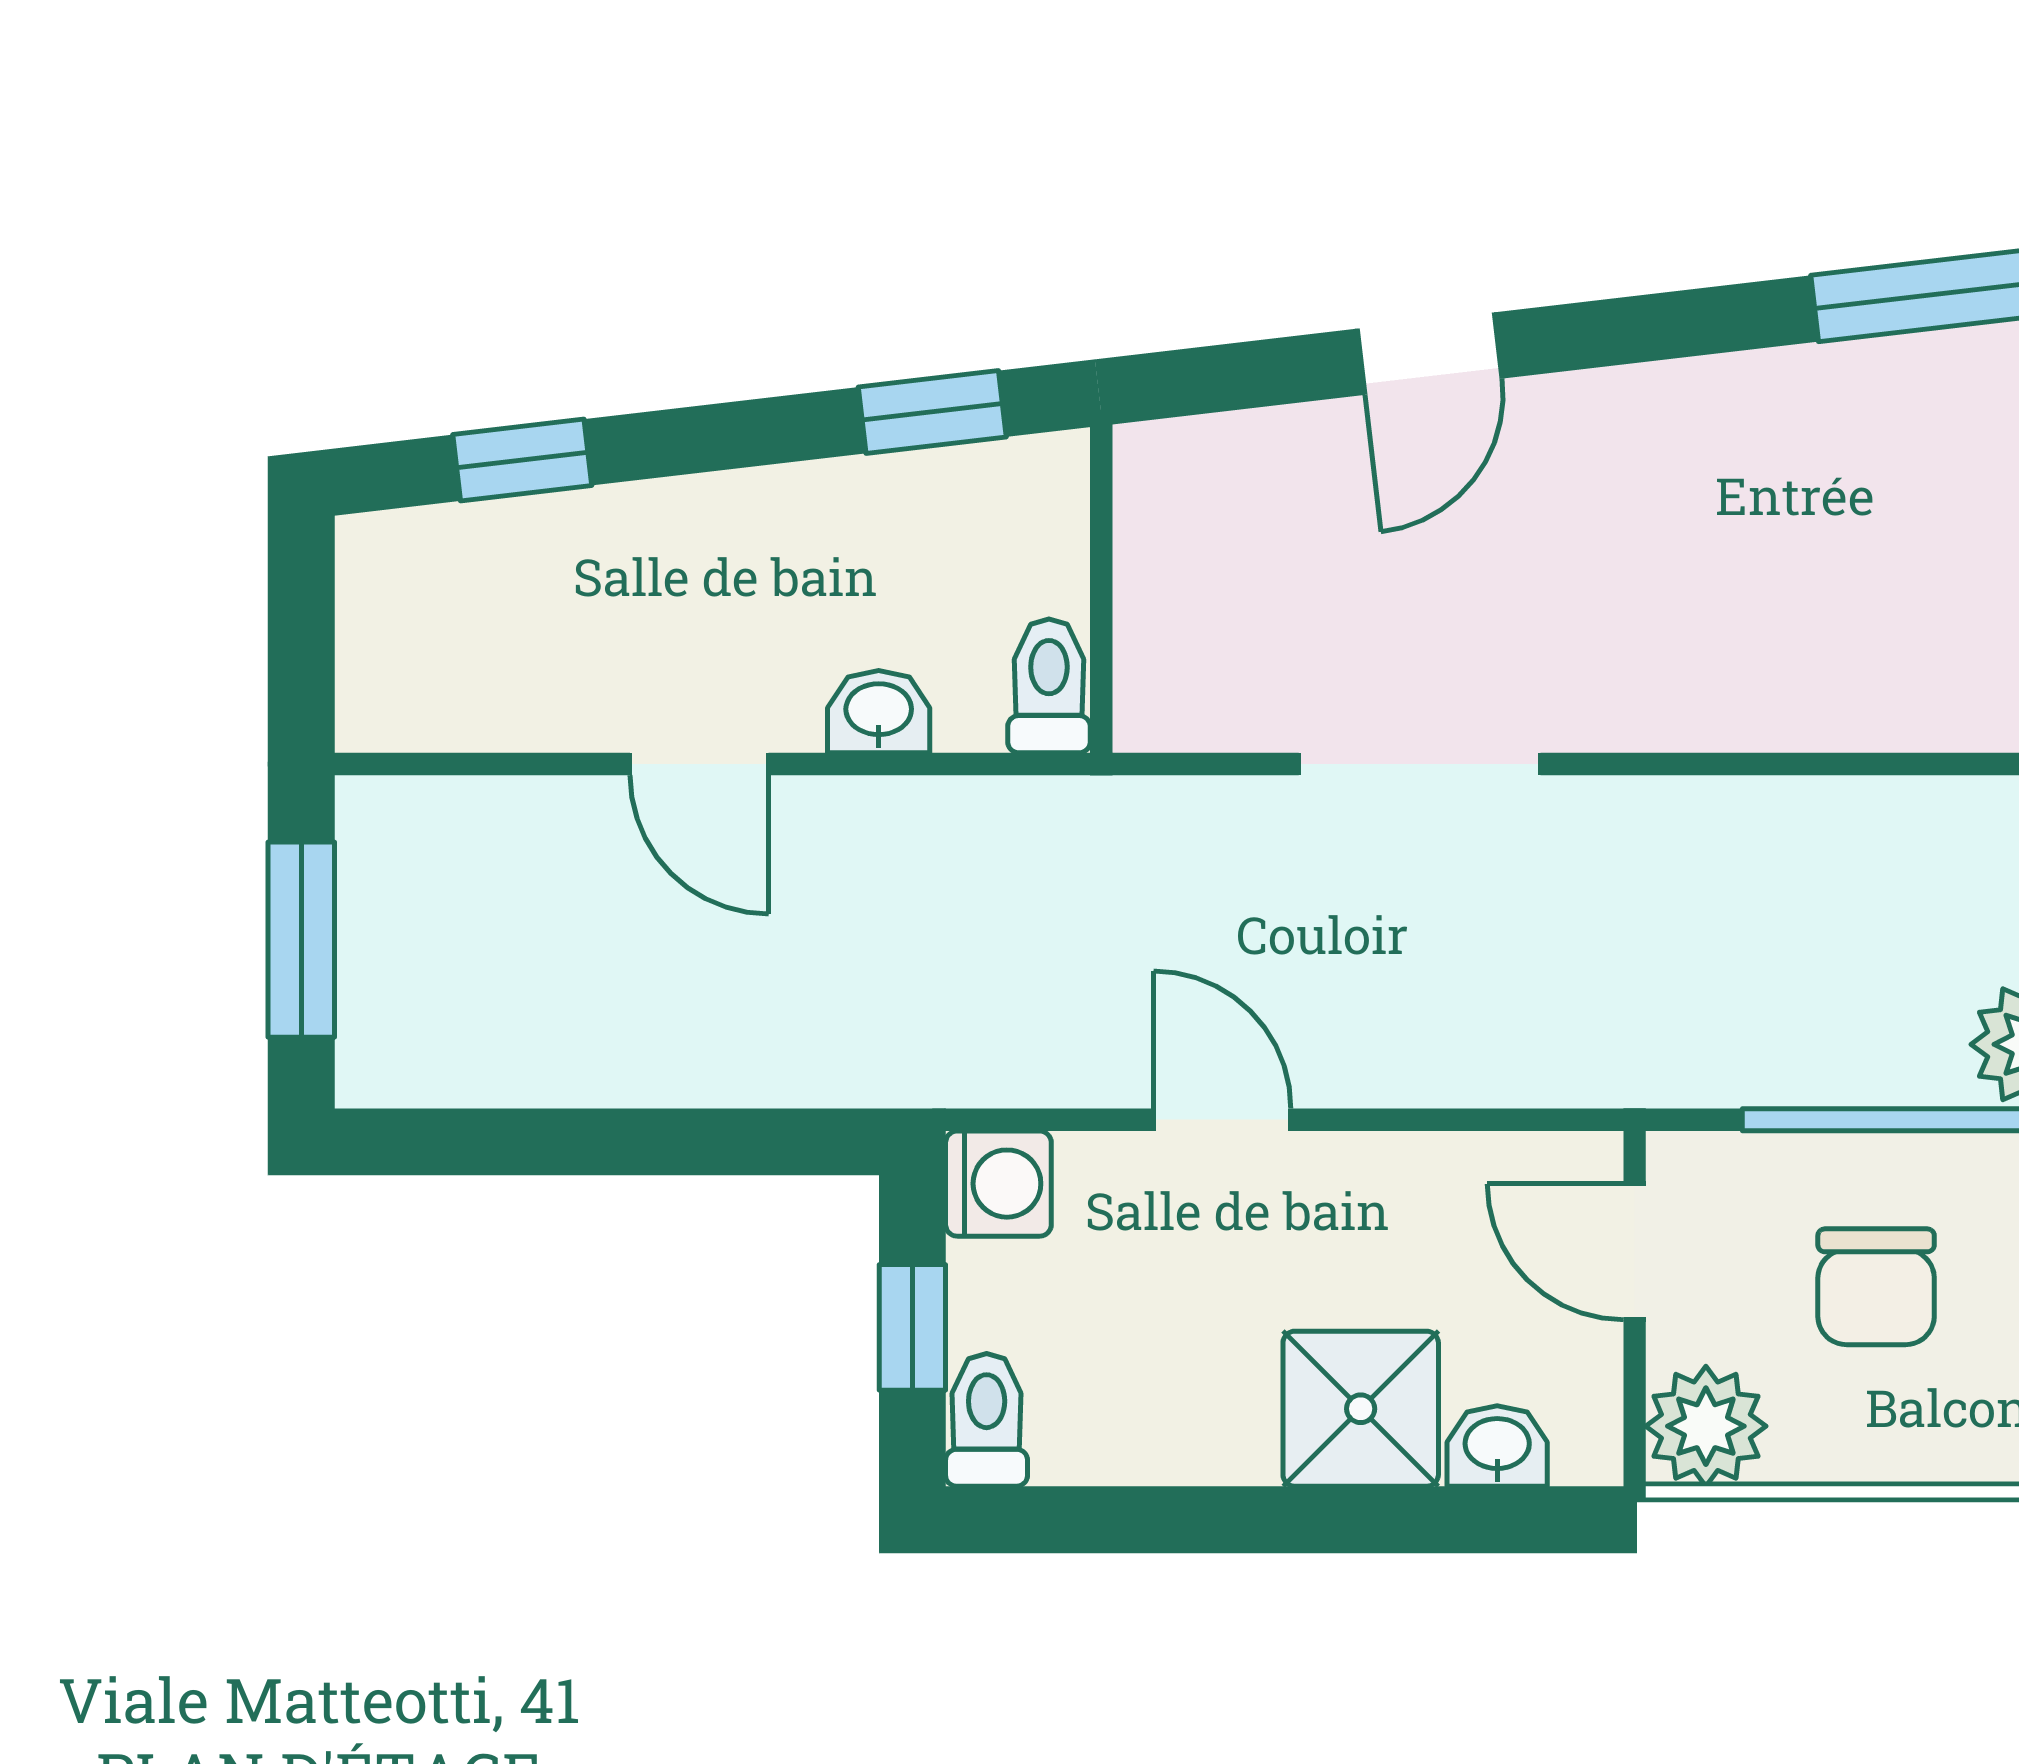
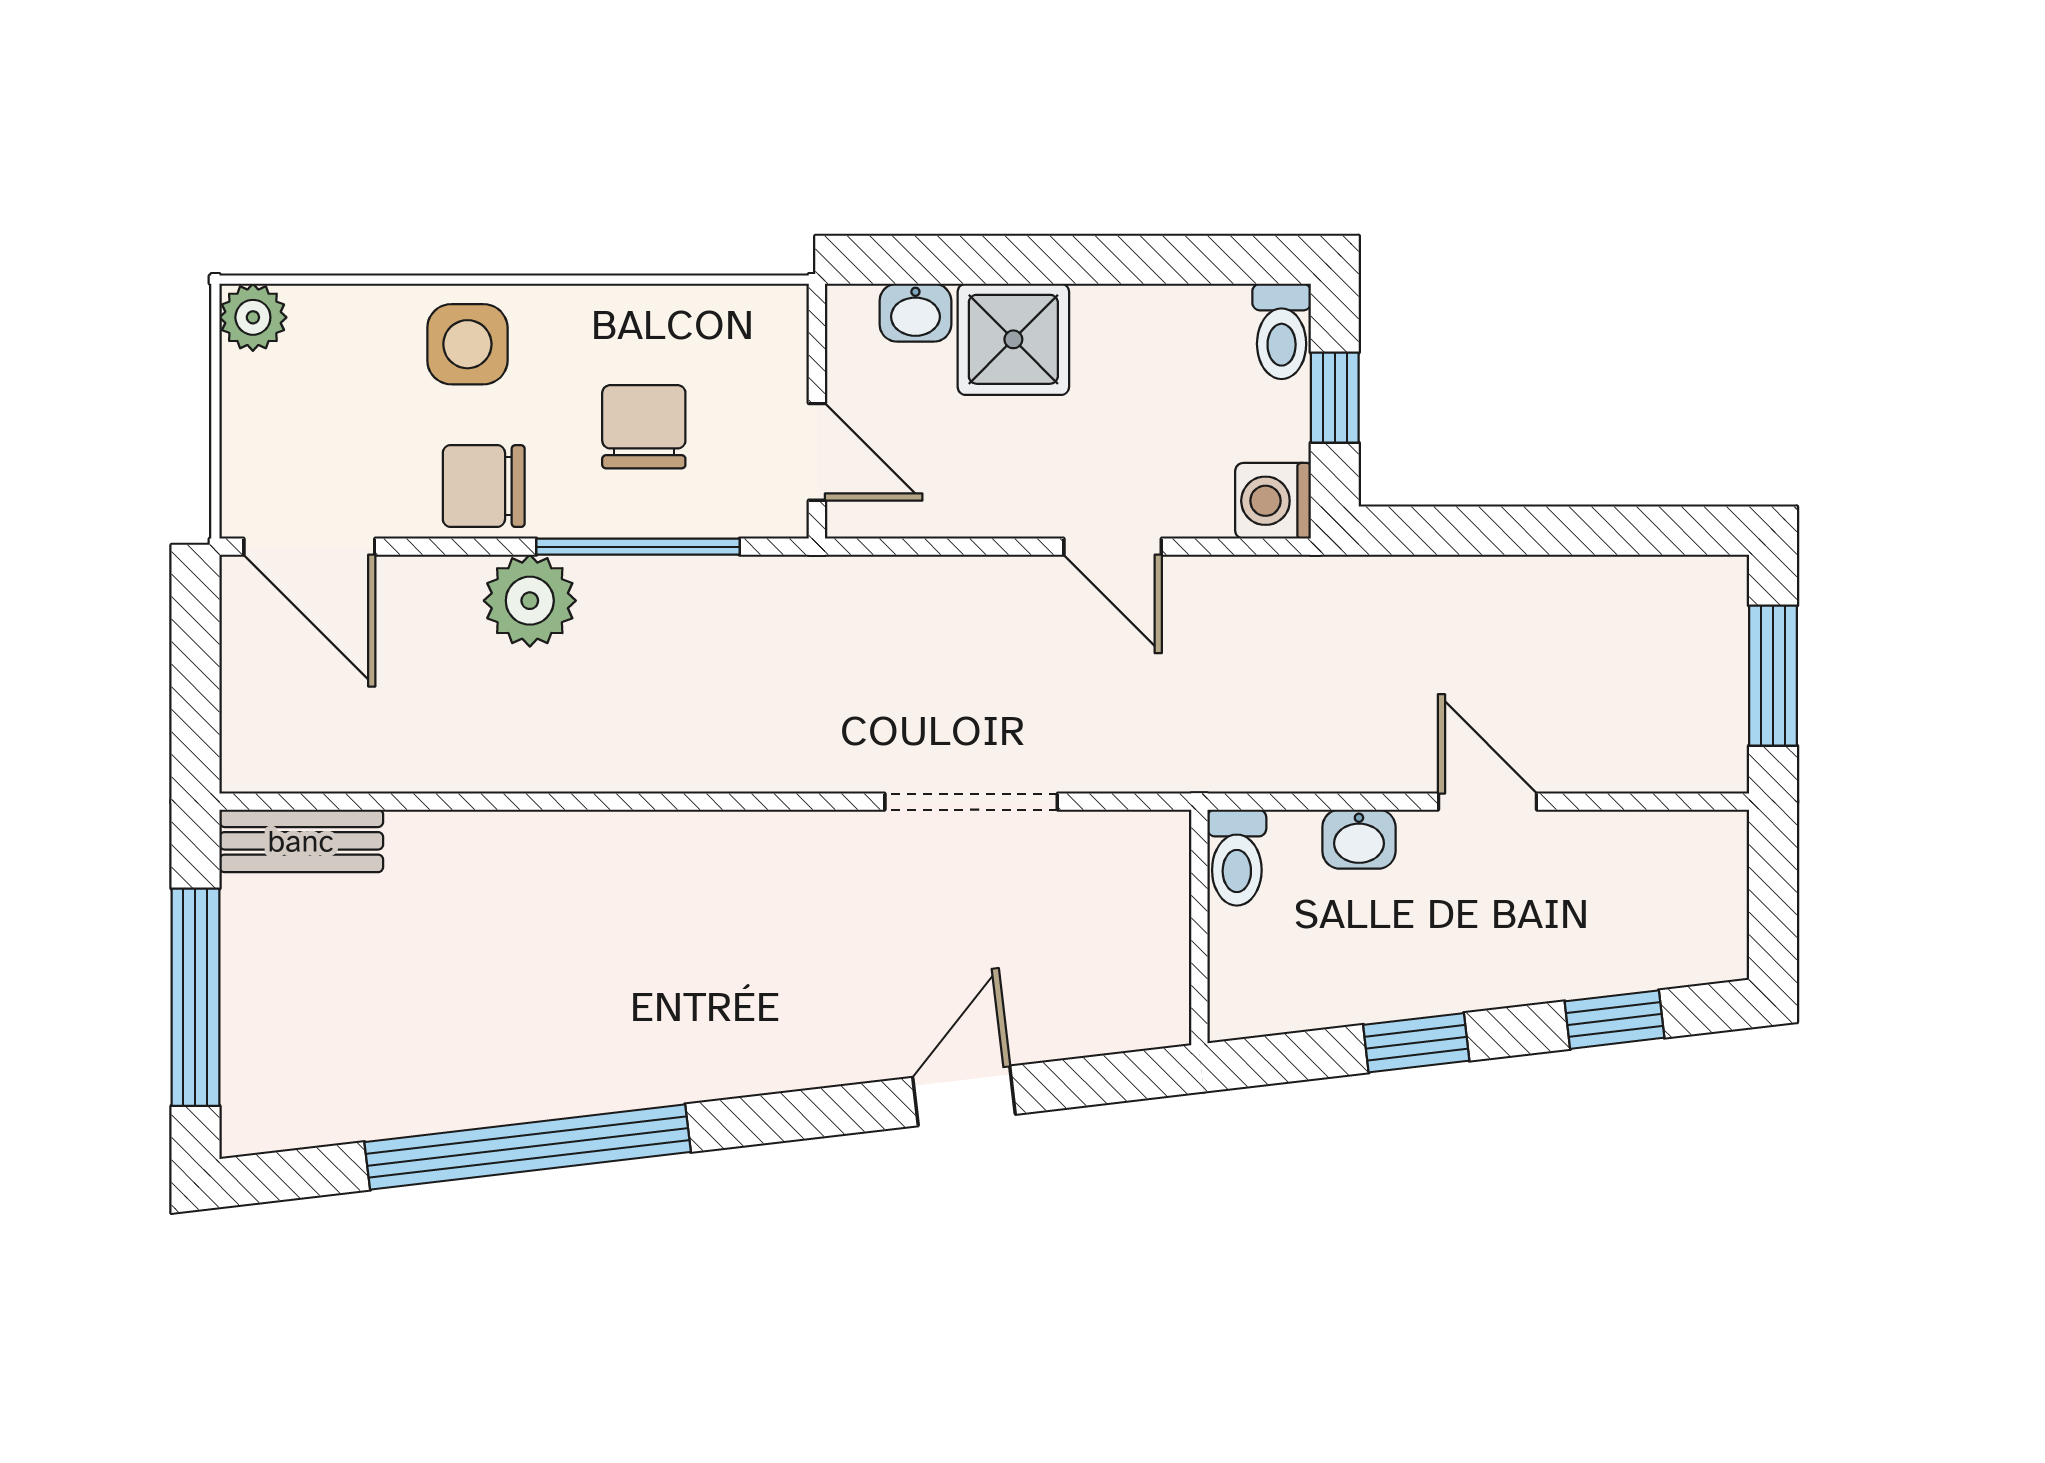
window: (932, 412) -> (1416, 1043), moved
plant: (1706, 1426) -> (766, 327), removed

